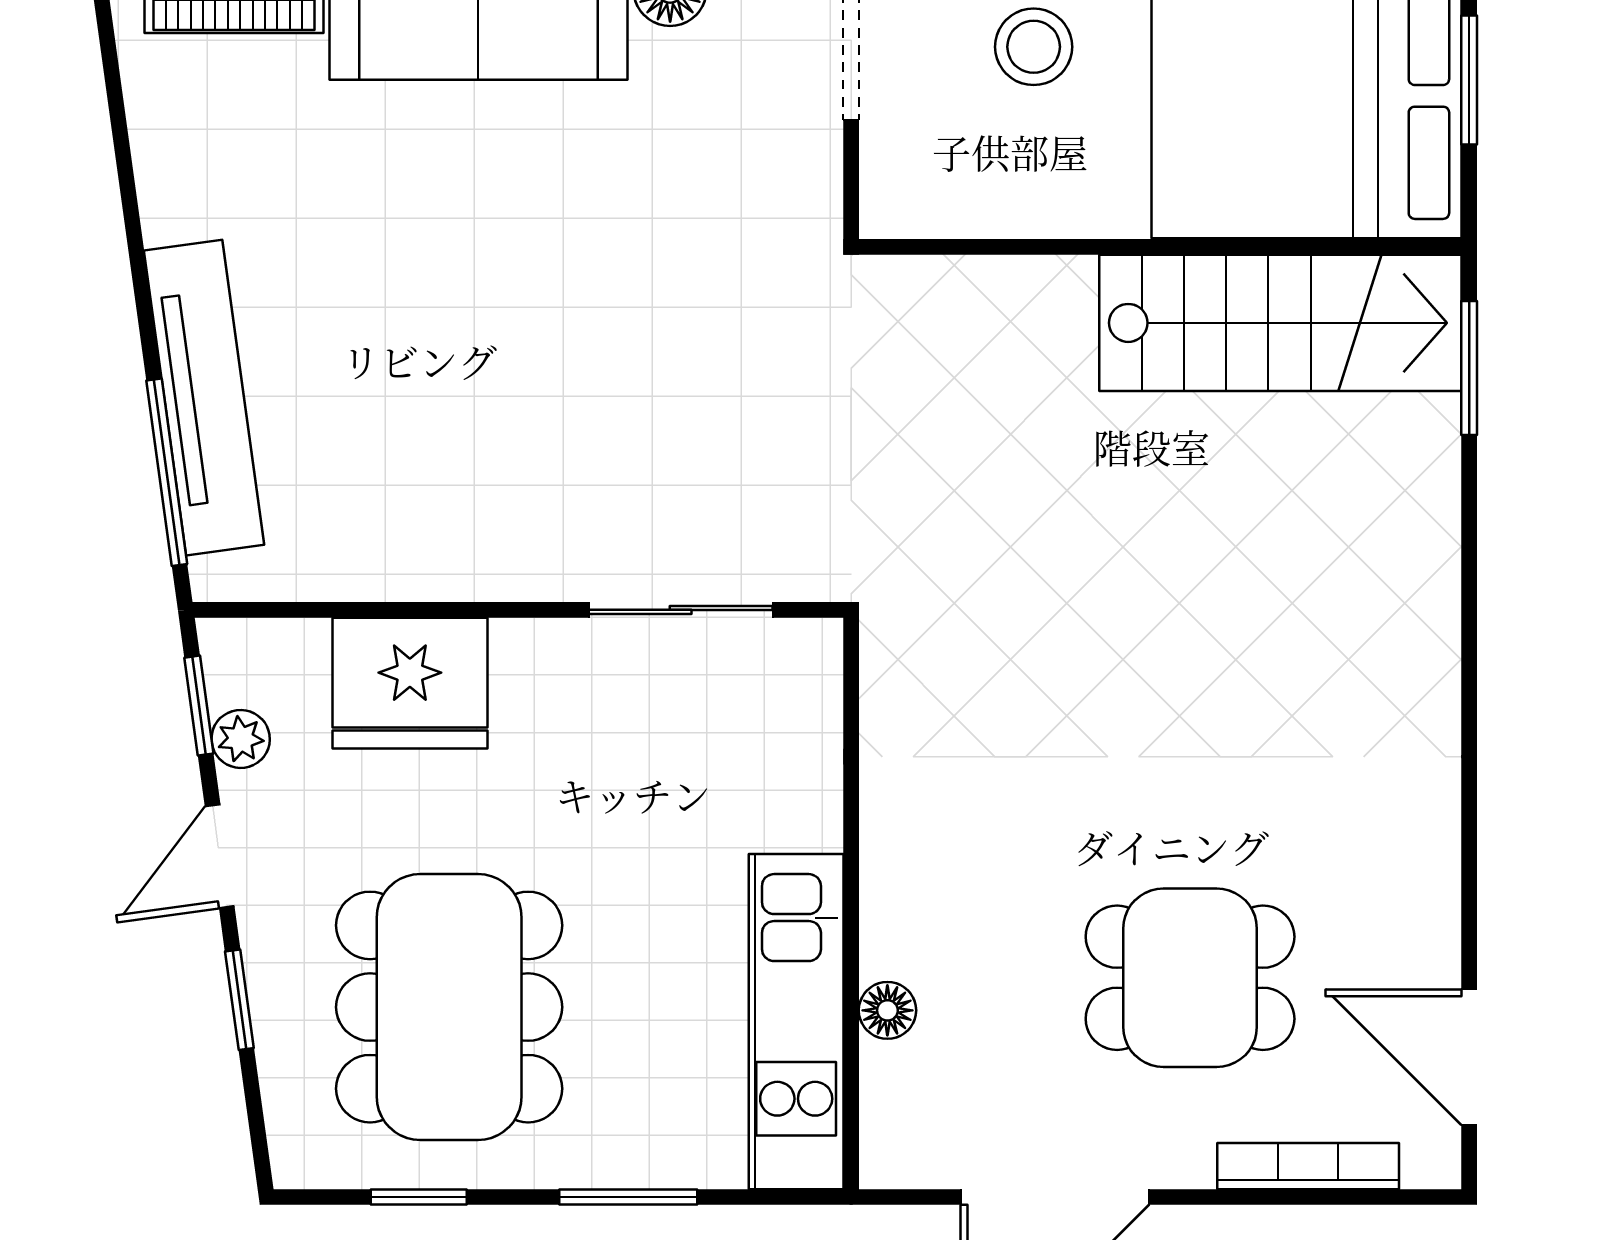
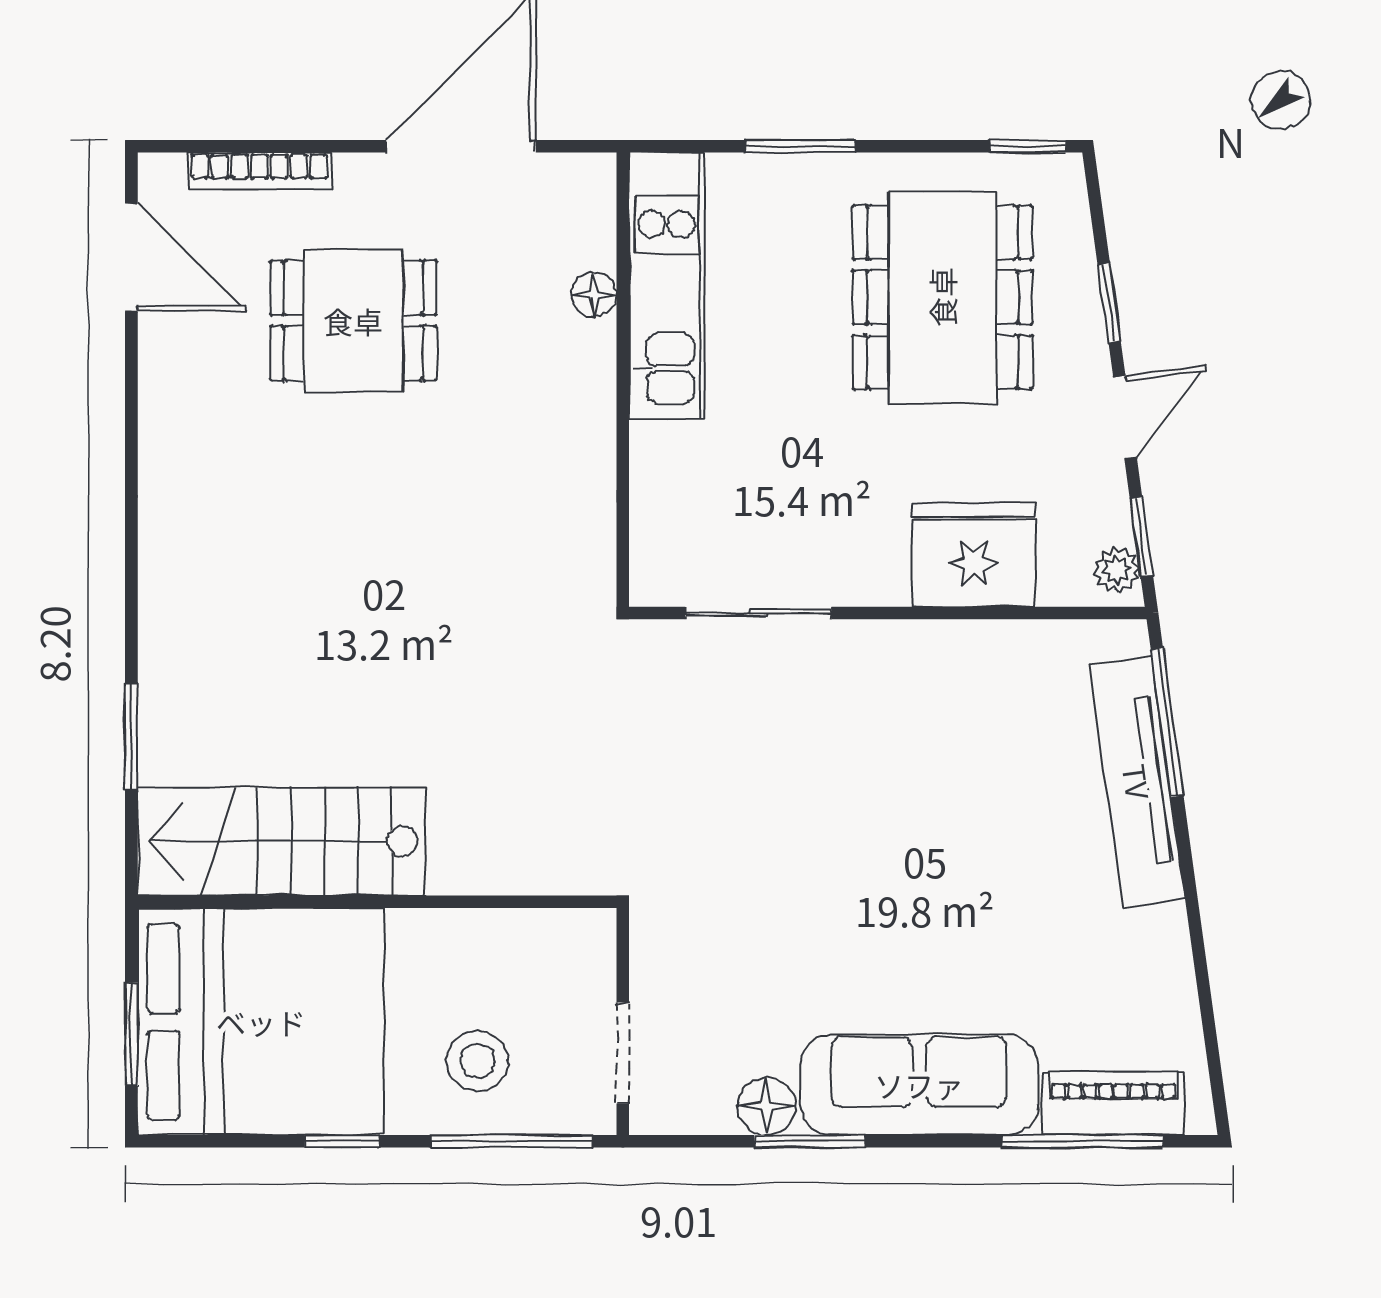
window: (1469, 368) -> (131, 736), moved
plant: (241, 739) -> (1116, 570), moved
window: (419, 1197) -> (1027, 146), moved

